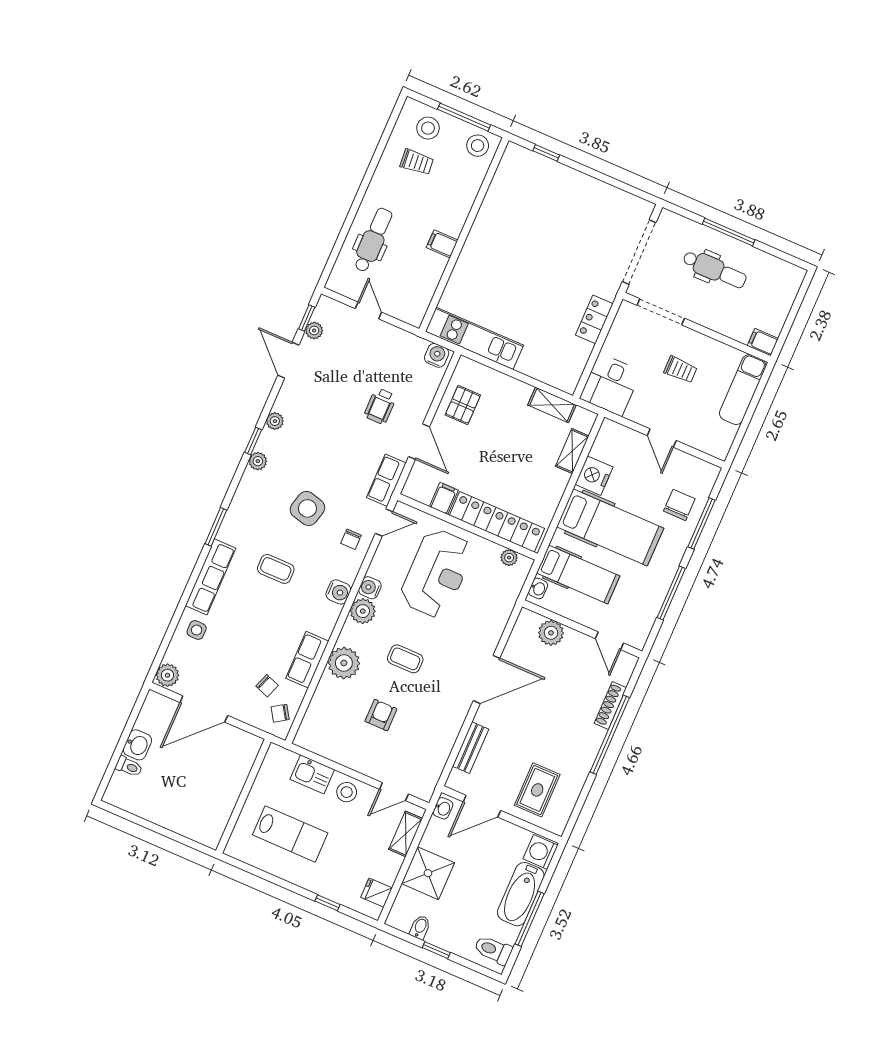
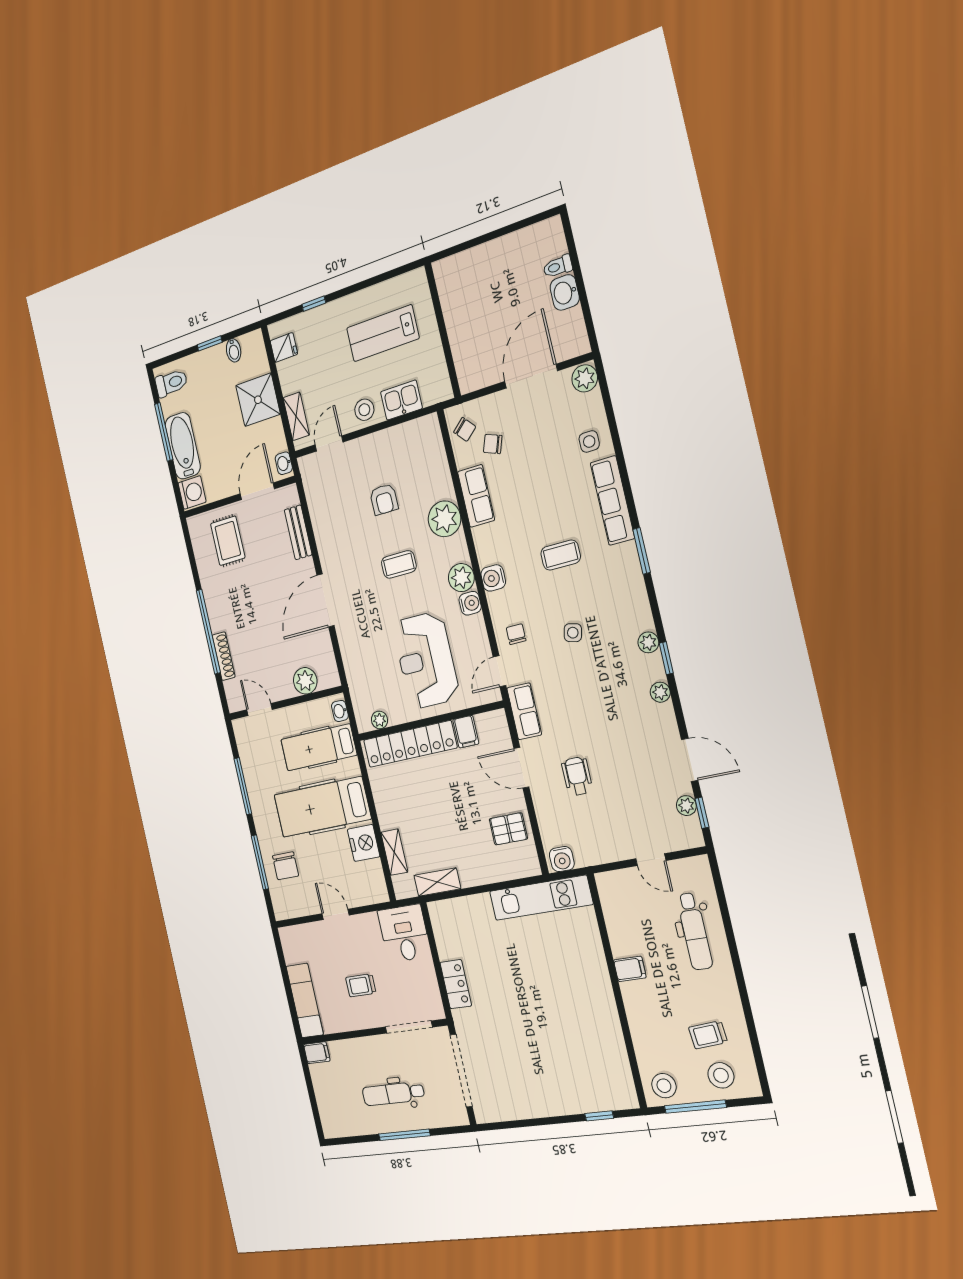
pallet: (463, 405) -> (508, 829), turned 90
side table: (307, 508) -> (573, 633), width x0.54, depth x0.54
chair: (280, 713) -> (465, 429), turned 81

